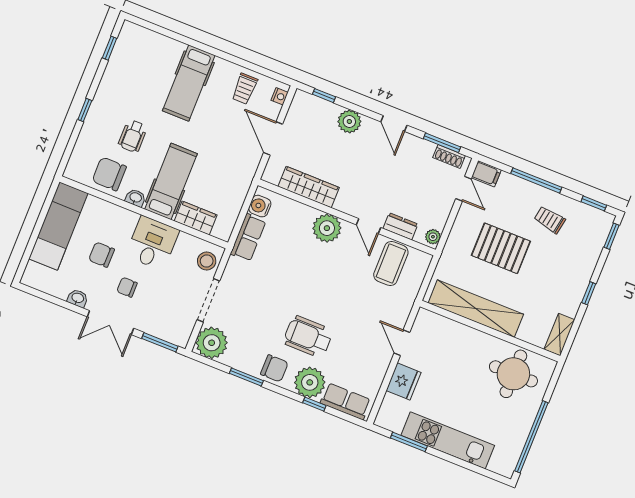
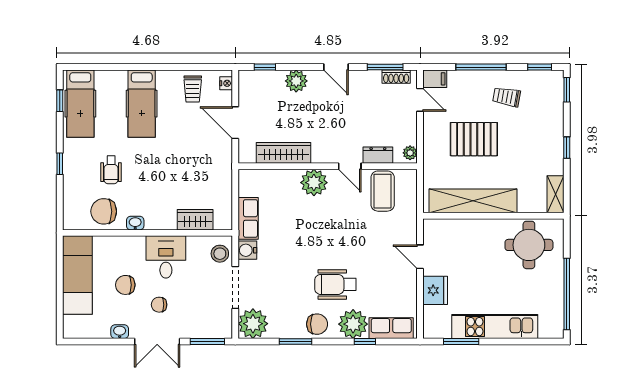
hospital bed: (171, 181) -> (80, 104), moved, turned 180
water cooler: (260, 206) -> (247, 250), moved

